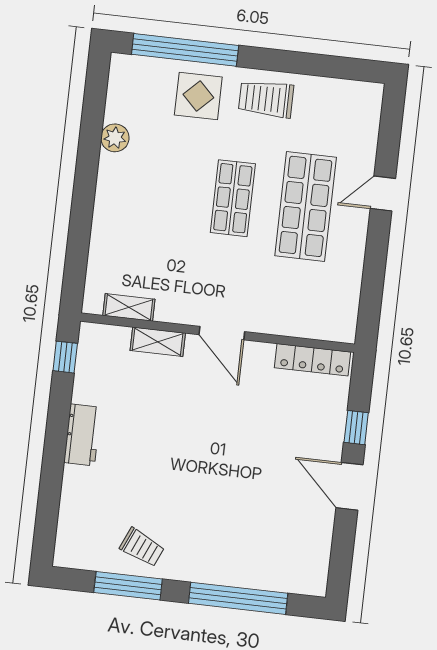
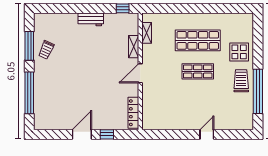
window: (185, 50) -> (258, 91), moved
plant: (115, 138) -> (218, 19), removed
door: (383, 193) -> (207, 134), hinge flipped
shop shelf: (306, 206) -> (198, 40), moved

